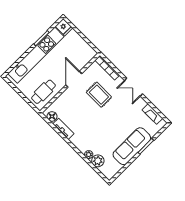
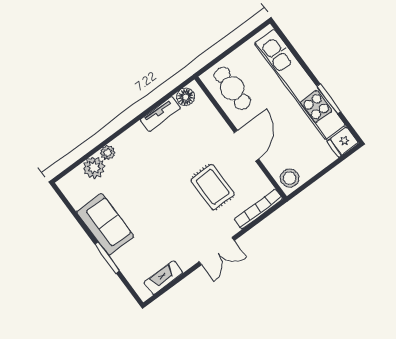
stool: (88, 53) -> (290, 178), added
door: (74, 79) -> (246, 146), hinge flipped
double door: (134, 87) -> (217, 251), swing flipped
rug: (99, 95) -> (212, 187), turned 90
sofa: (132, 146) -> (105, 224), width x0.73

